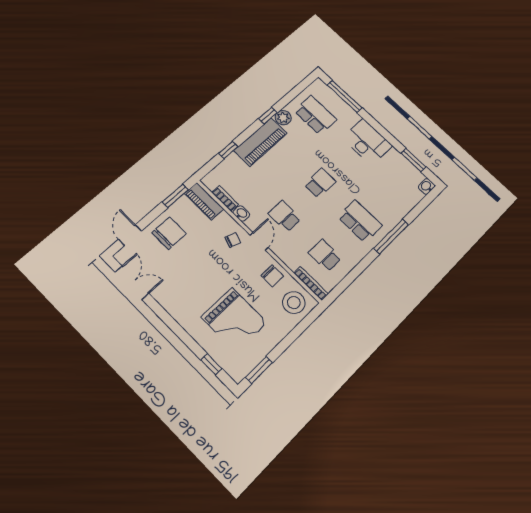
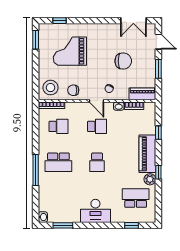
window: (345, 96) -> (131, 225), width x0.46
school desk: (315, 115) -> (136, 198), turned 180
window: (175, 196) -> (158, 69), moved
chair: (169, 233) -> (123, 61), moved, turned -90

